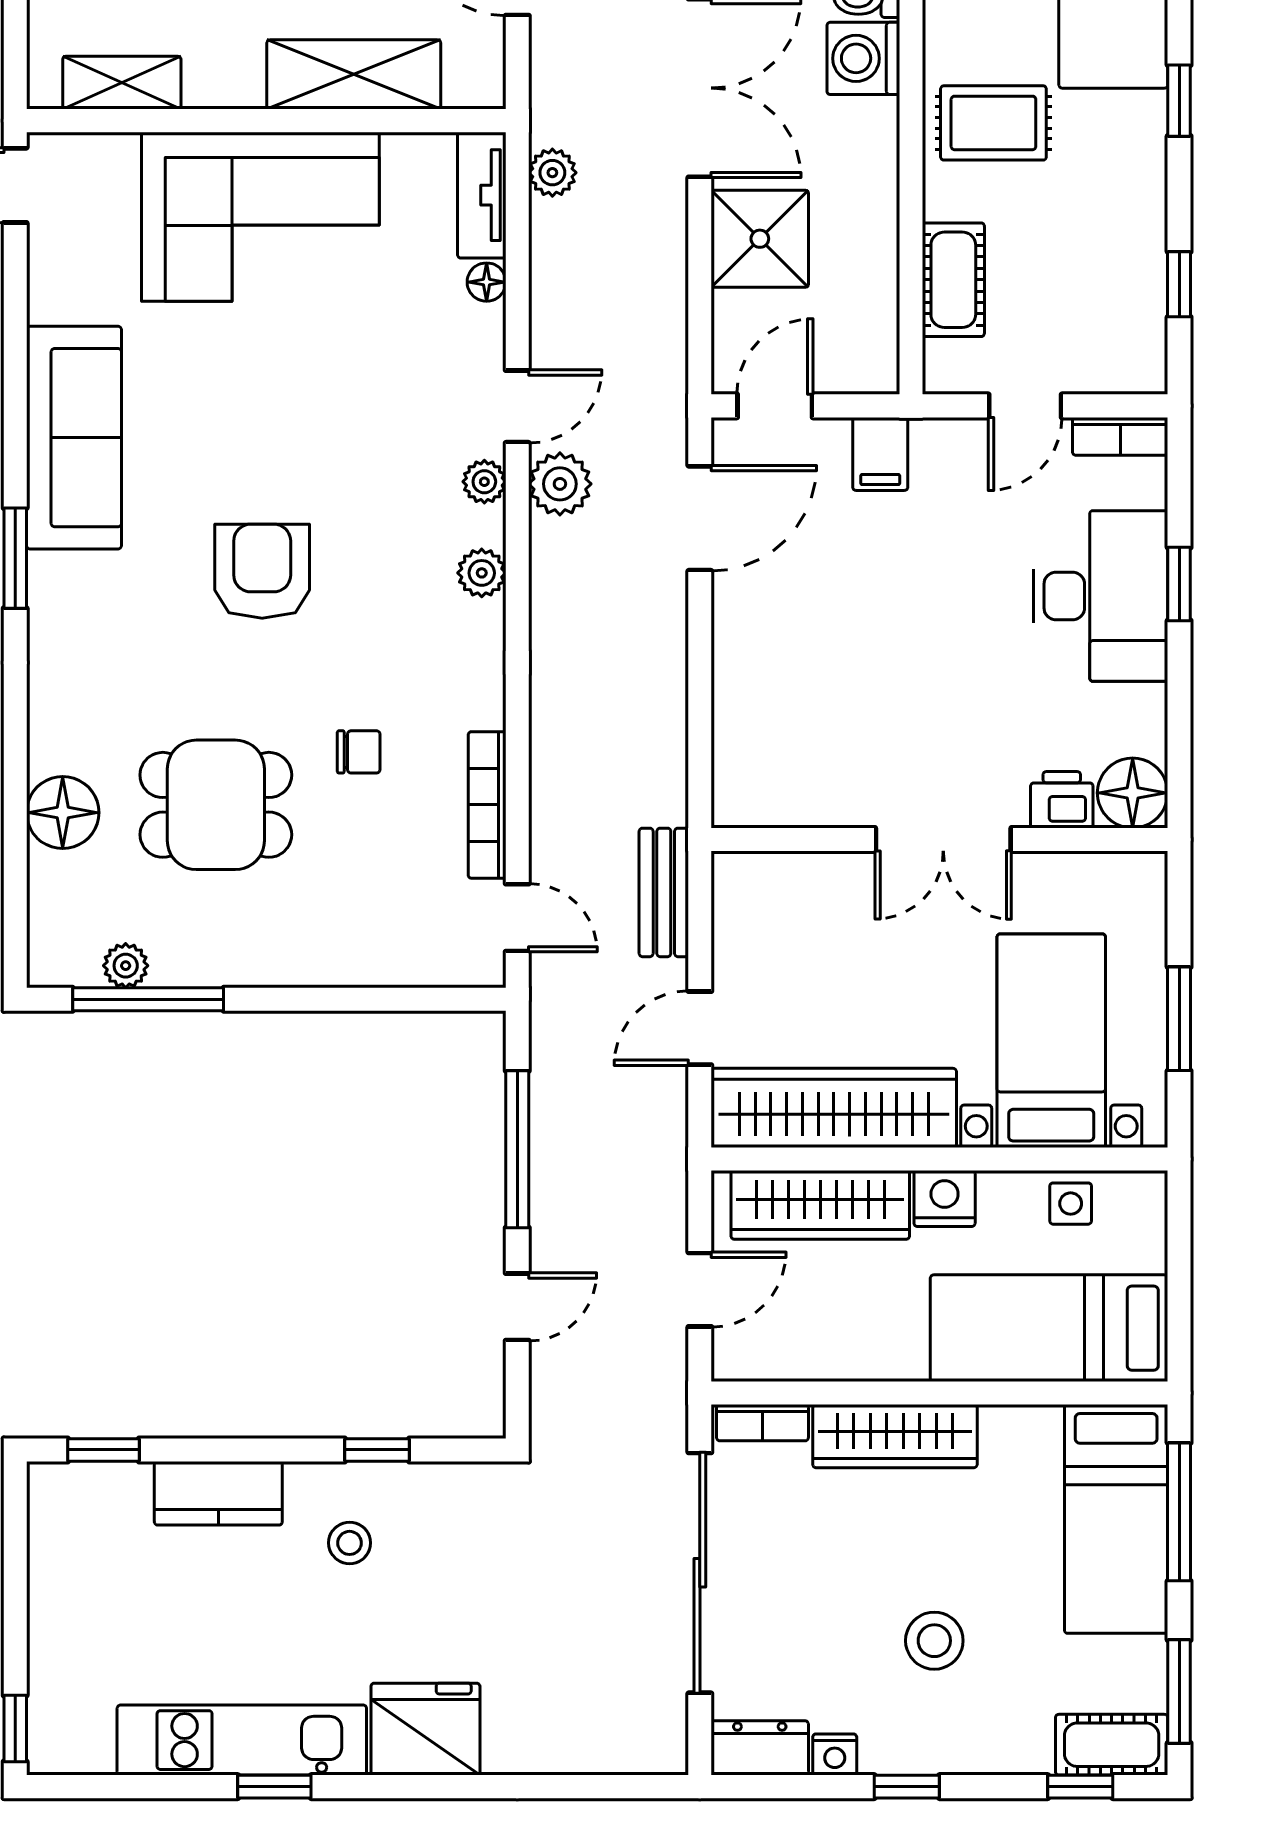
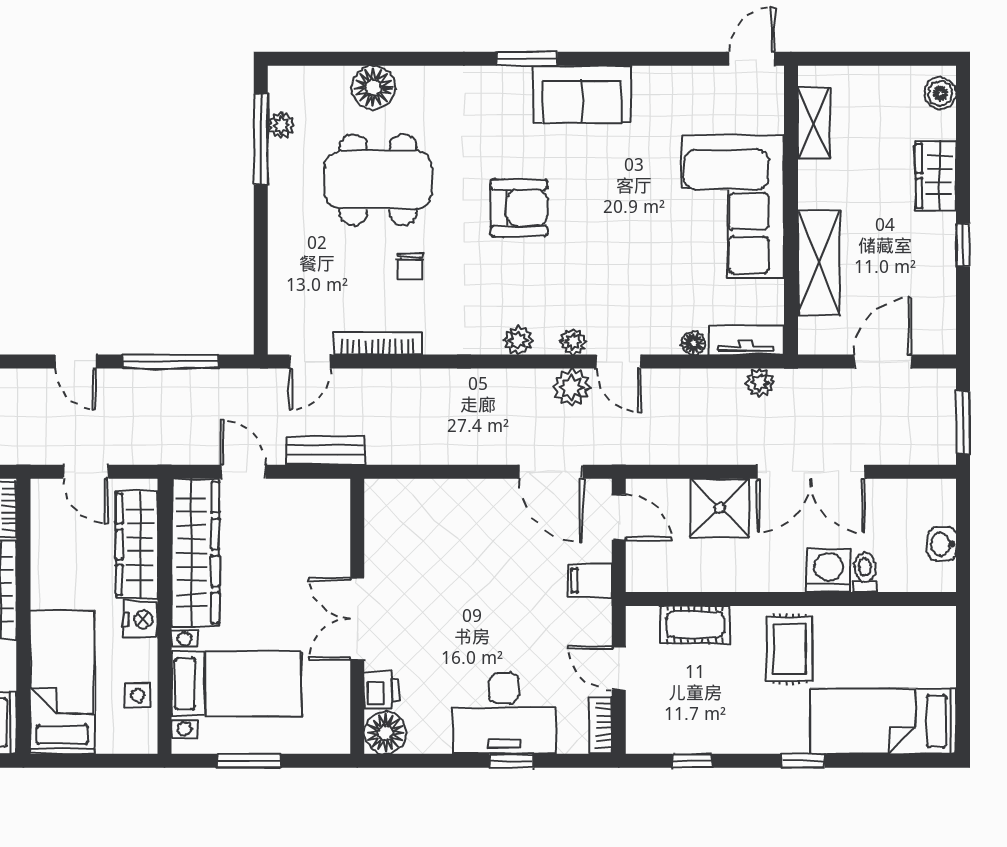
sofa: (74, 438) -> (582, 94), width x0.73
dining table: (216, 805) -> (378, 180), width x1.38

